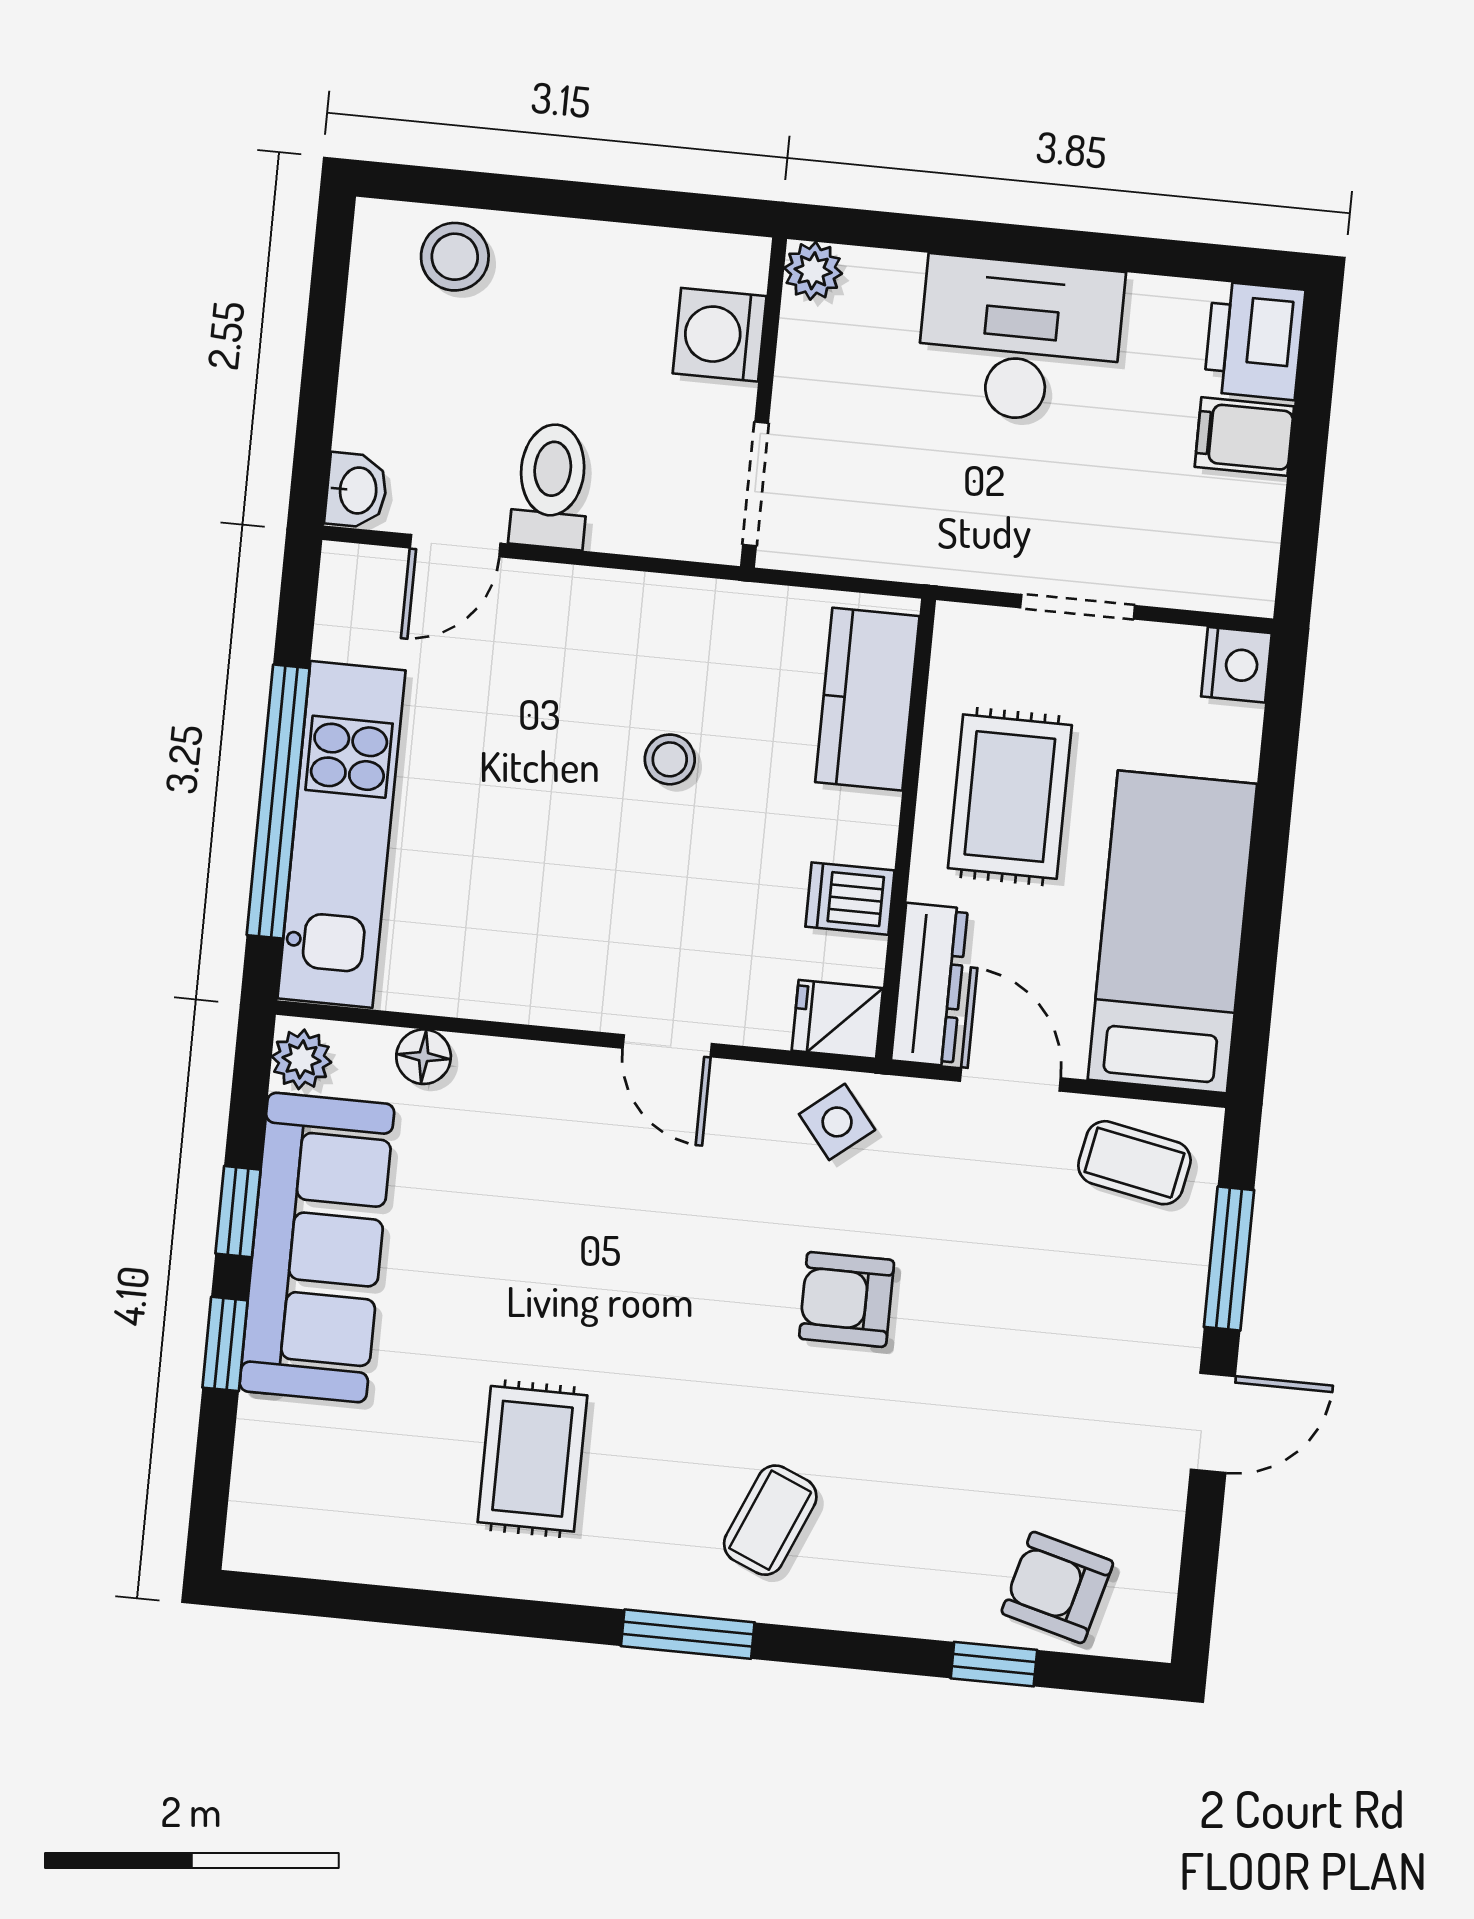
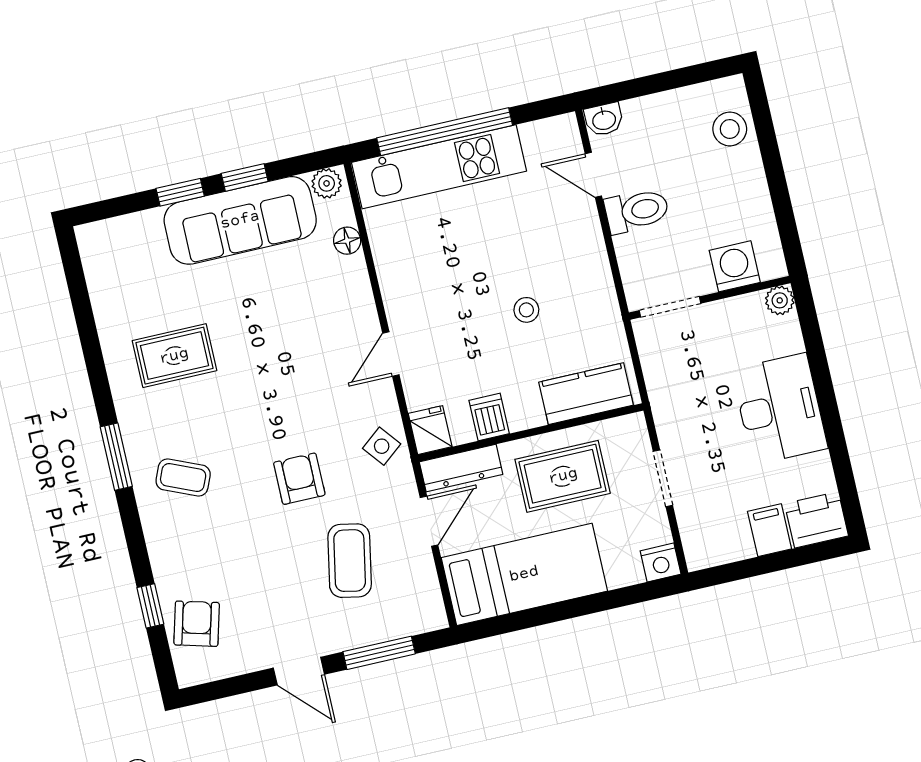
coffee table: (1134, 1163) -> (350, 561), moved, width x1.36, depth x1.30

